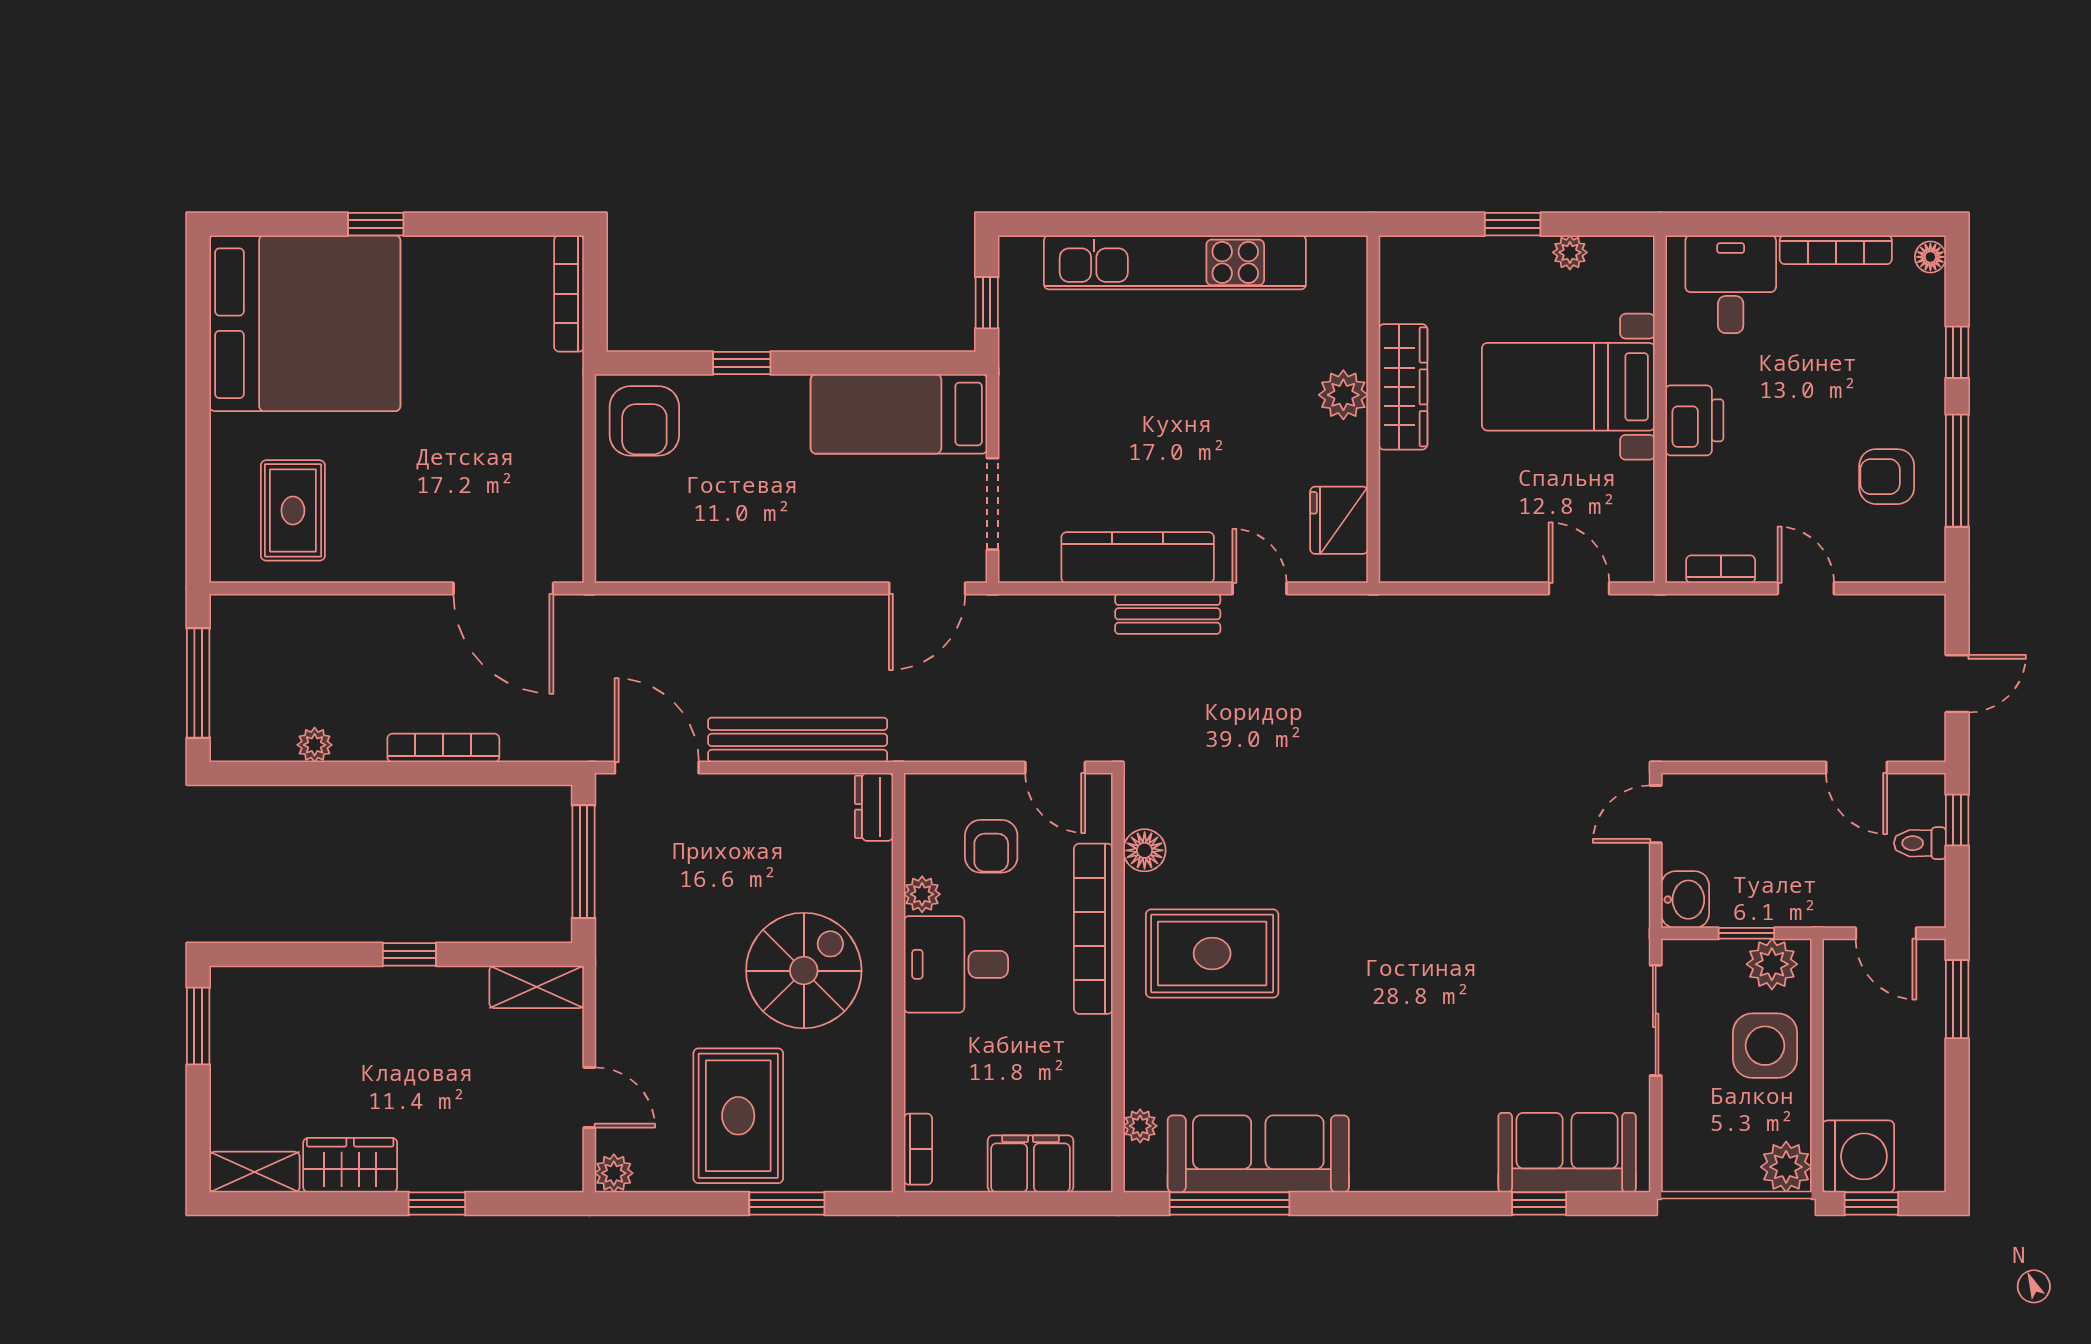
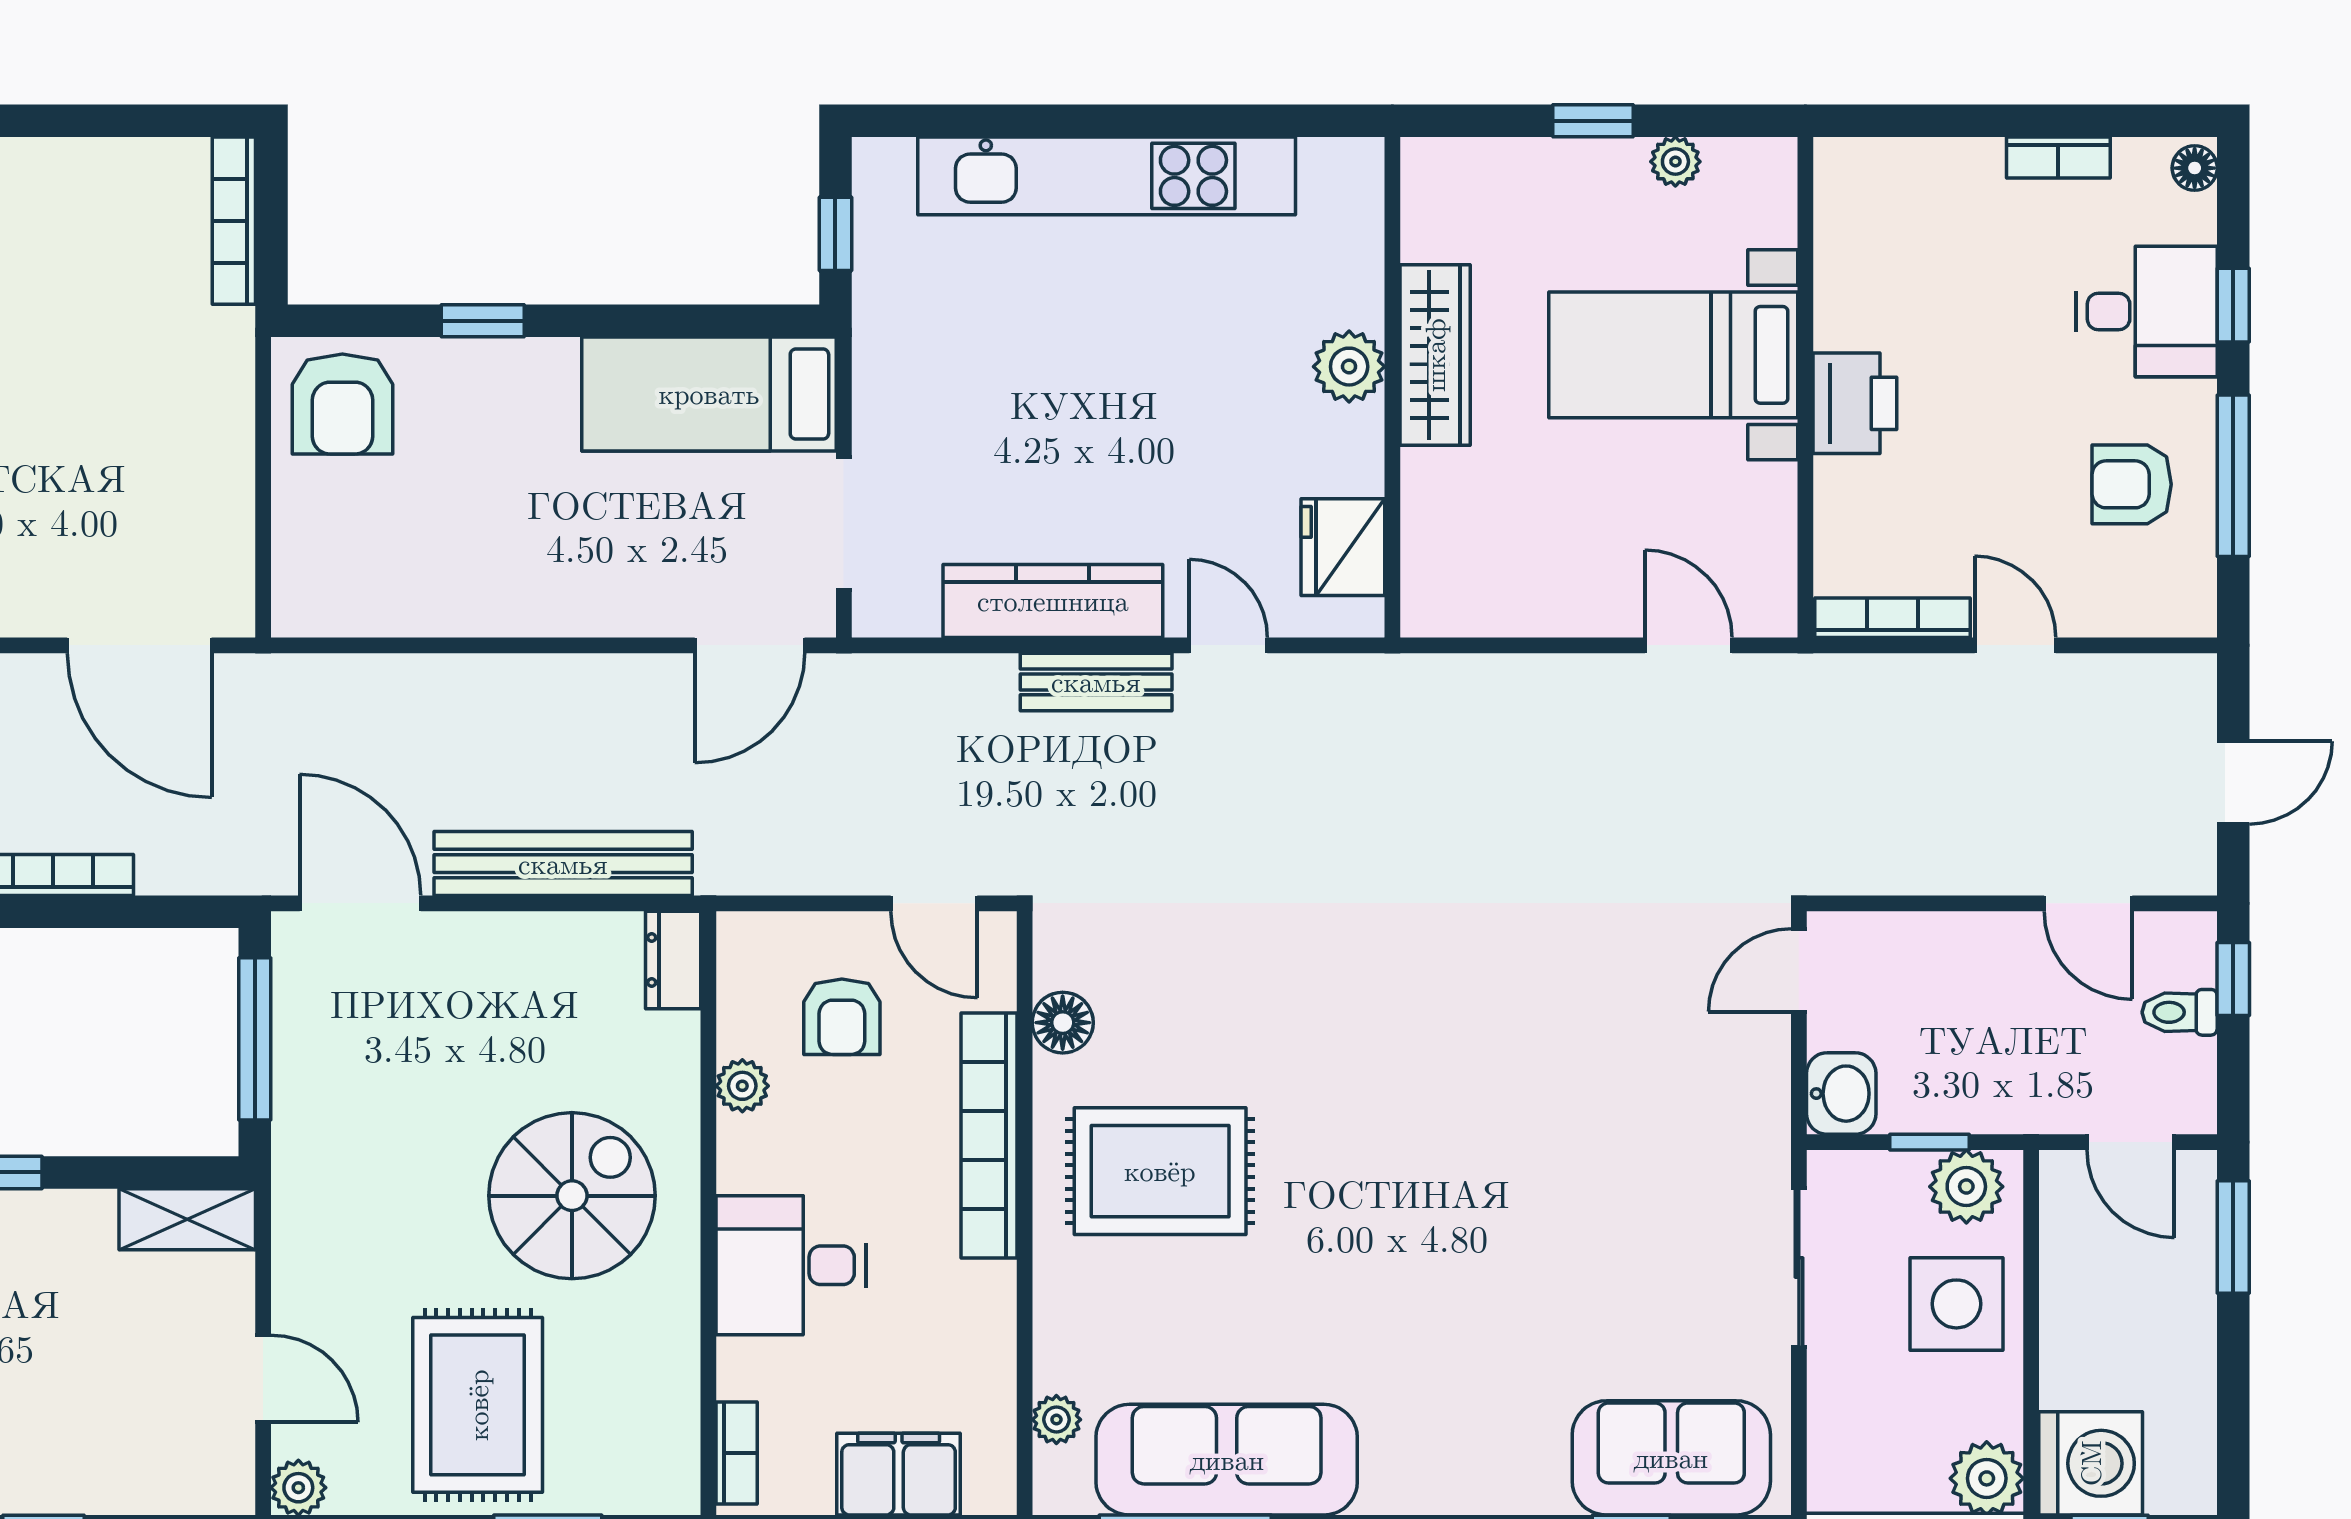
bookcase: (1836, 250) -> (2058, 158), width x0.64
desk: (1731, 284) -> (2147, 311), moved, turned 90
bookcase: (1721, 569) -> (1893, 618), width x1.56
desk: (956, 964) -> (791, 1265), moved

